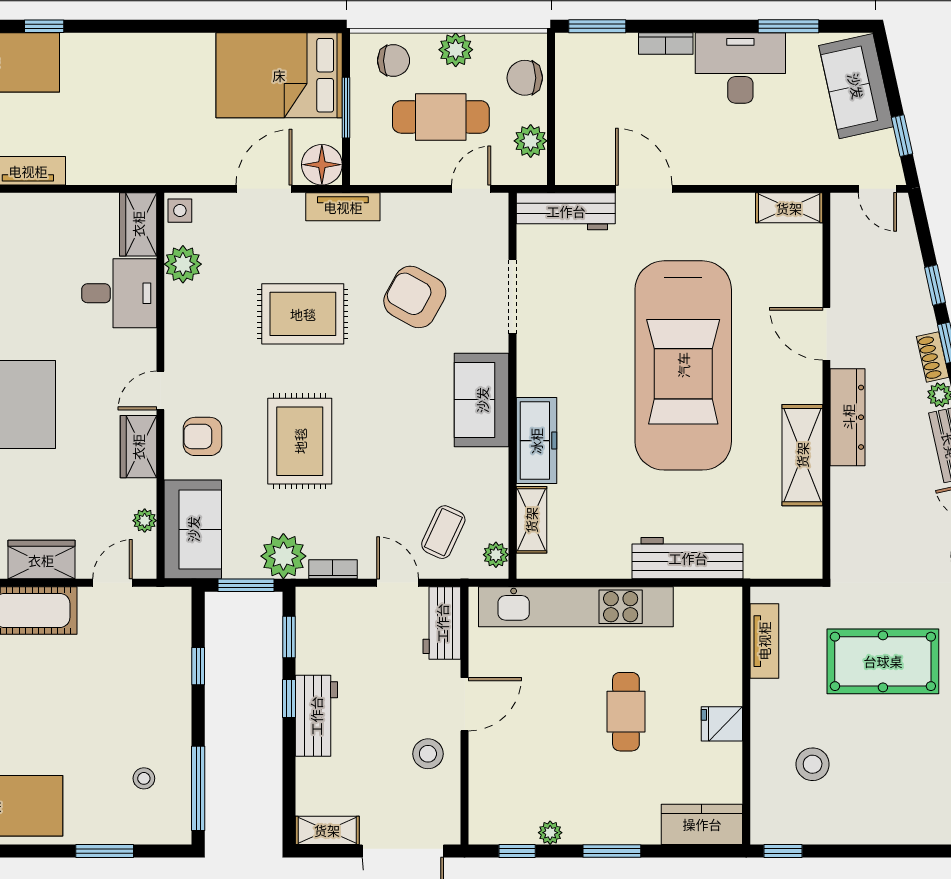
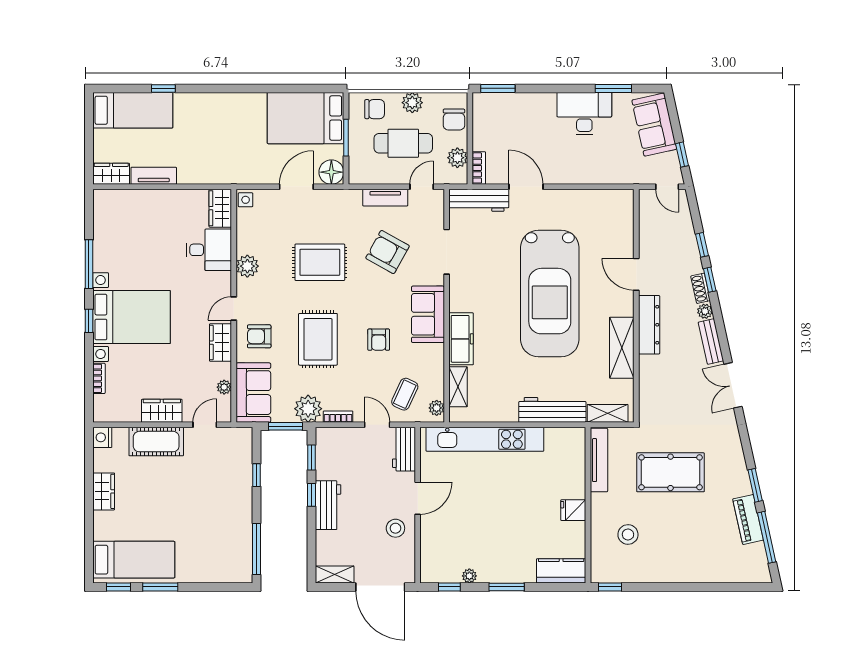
bookcase: (666, 43) -> (479, 168), moved, turned -90
chair: (525, 78) -> (454, 120), turned -90
tv unit: (343, 207) -> (385, 198), moved
shelving: (789, 208) -> (608, 413), moved
plant: (183, 264) -> (247, 266), moved
armchair: (400, 442) -> (379, 340), added
tv unit: (764, 641) -> (599, 460), width x1.41
cafe table: (626, 712) -> (515, 503), removed
stool: (144, 778) -> (224, 543), removed
window: (105, 851) -> (160, 587), moved

